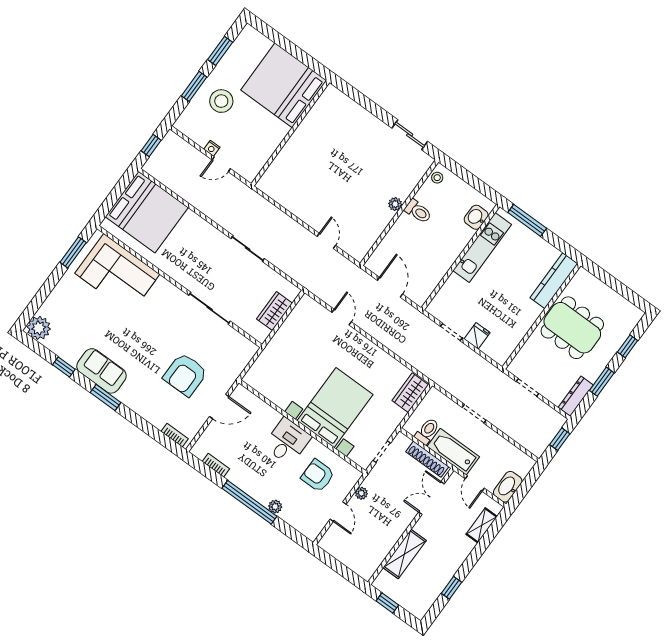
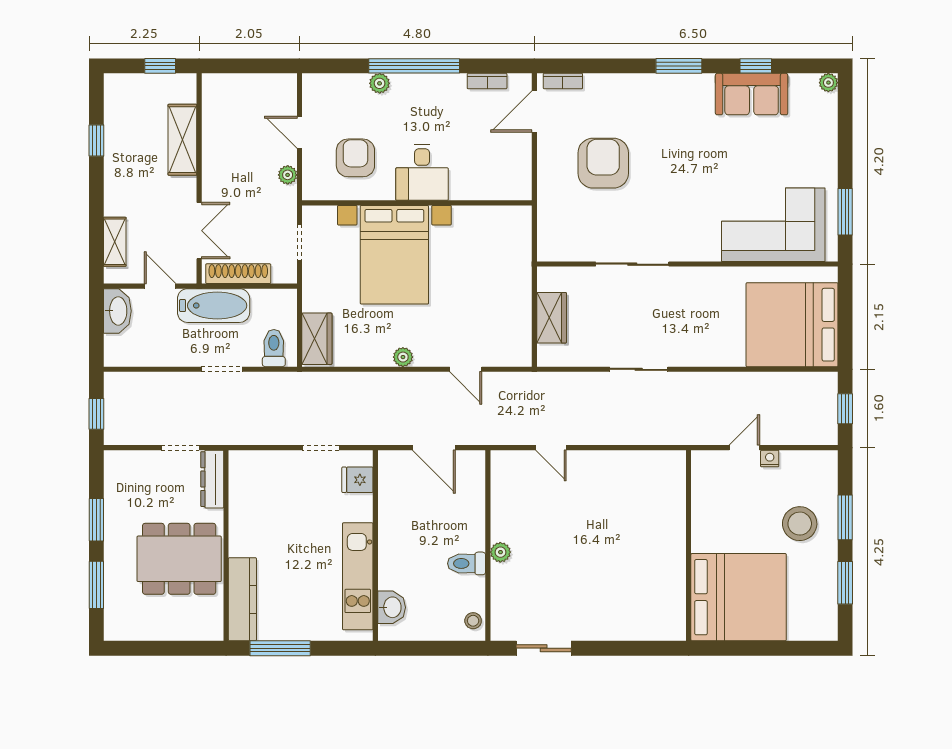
window: (527, 220) -> (280, 648), moved
plant: (39, 328) -> (828, 83), width x0.53, depth x0.53
fridge: (477, 336) -> (357, 480), moved, turned 90
window: (628, 346) -> (96, 585), width x1.50
plant: (371, 349) -> (403, 357), added
sofa: (101, 371) -> (752, 94), moved
dresser: (576, 396) -> (212, 479), moved, turned 180
door: (219, 407) -> (534, 112), moved
toilet: (427, 431) -> (274, 348), moved, turned 180
armchair: (318, 476) -> (355, 158), turned -90

